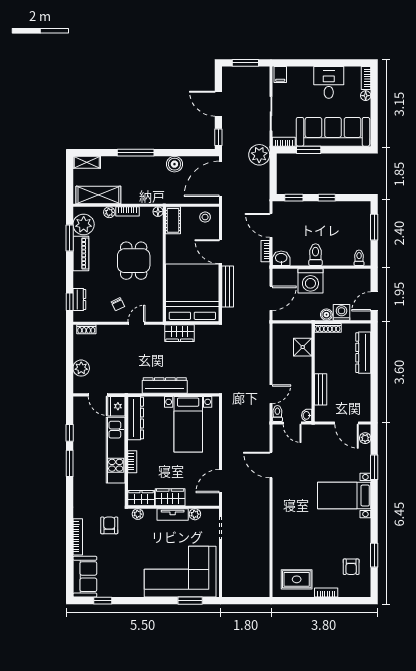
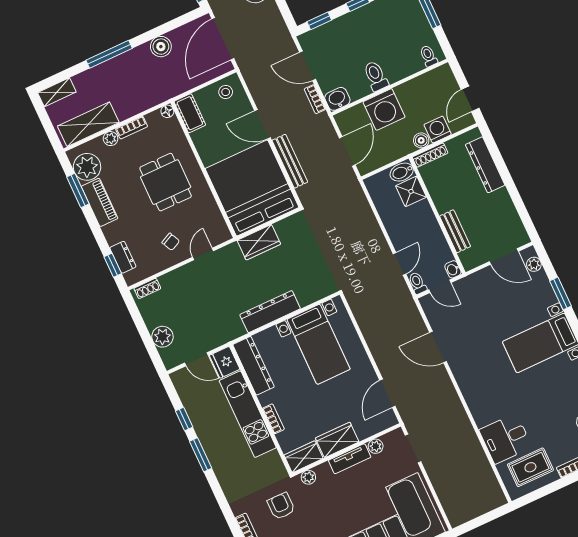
bidet: (302, 330) -> (402, 172), added
desk: (289, 551) -> (506, 439), added

